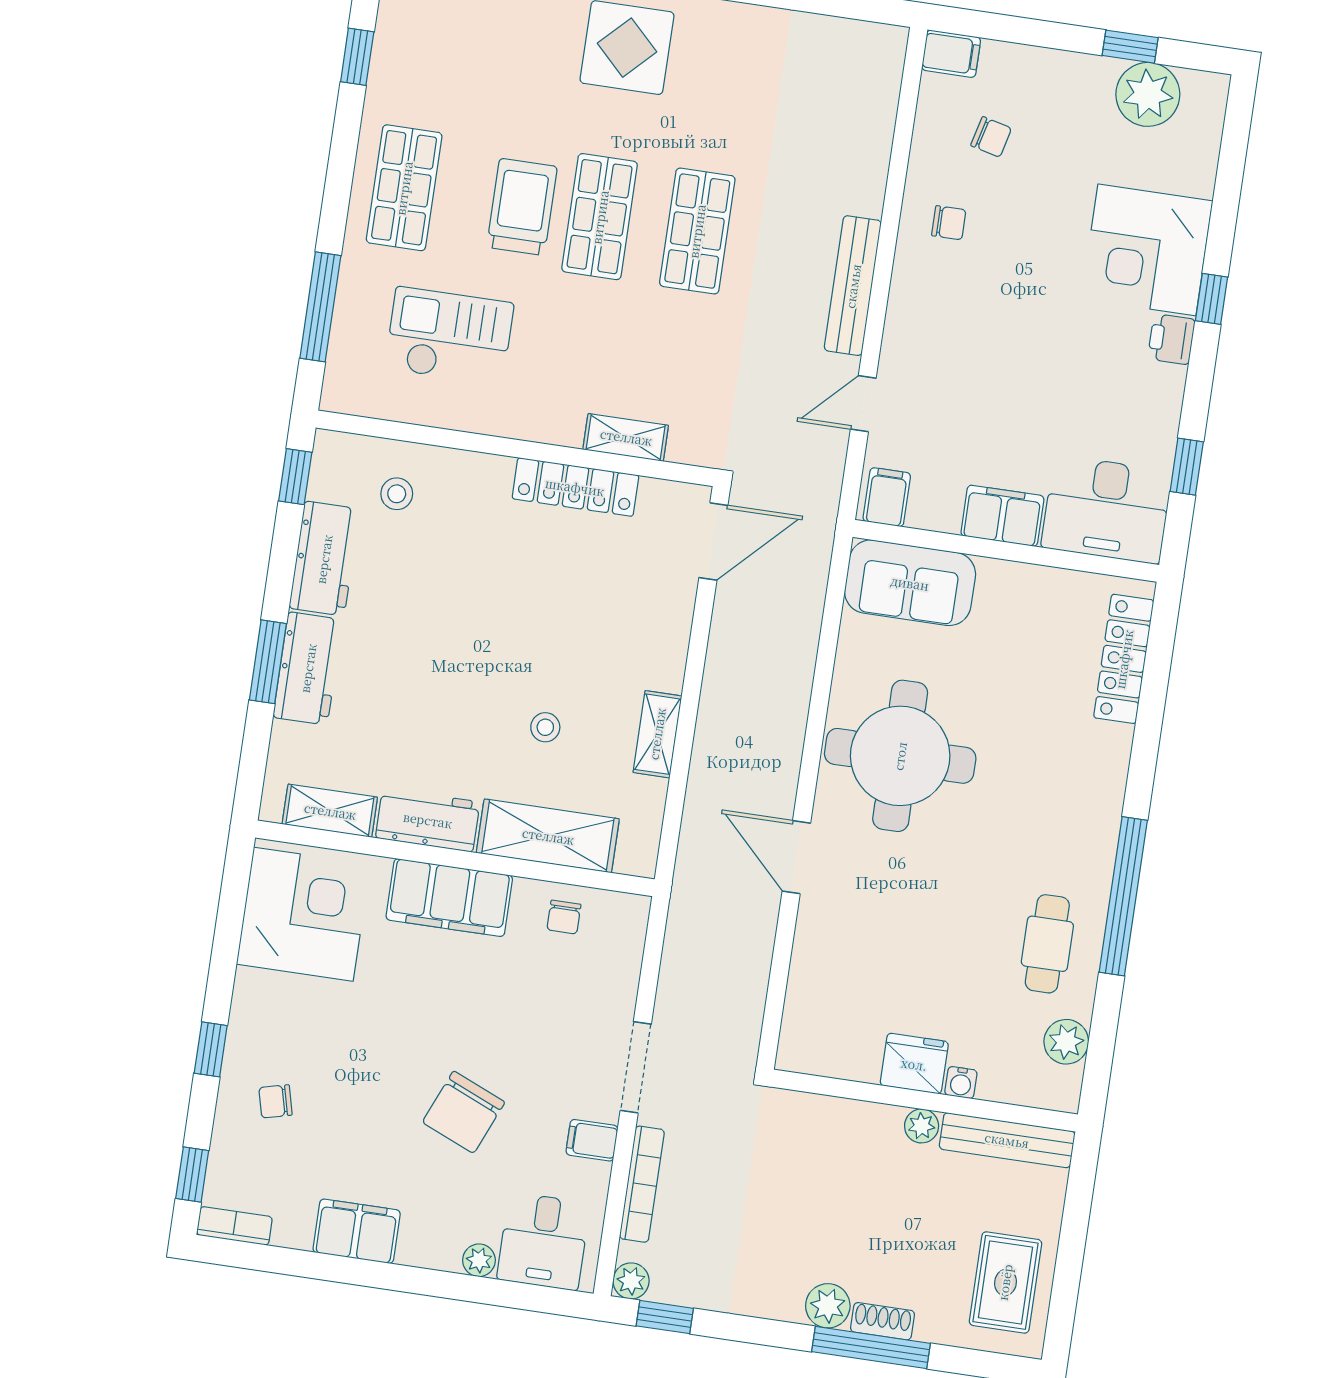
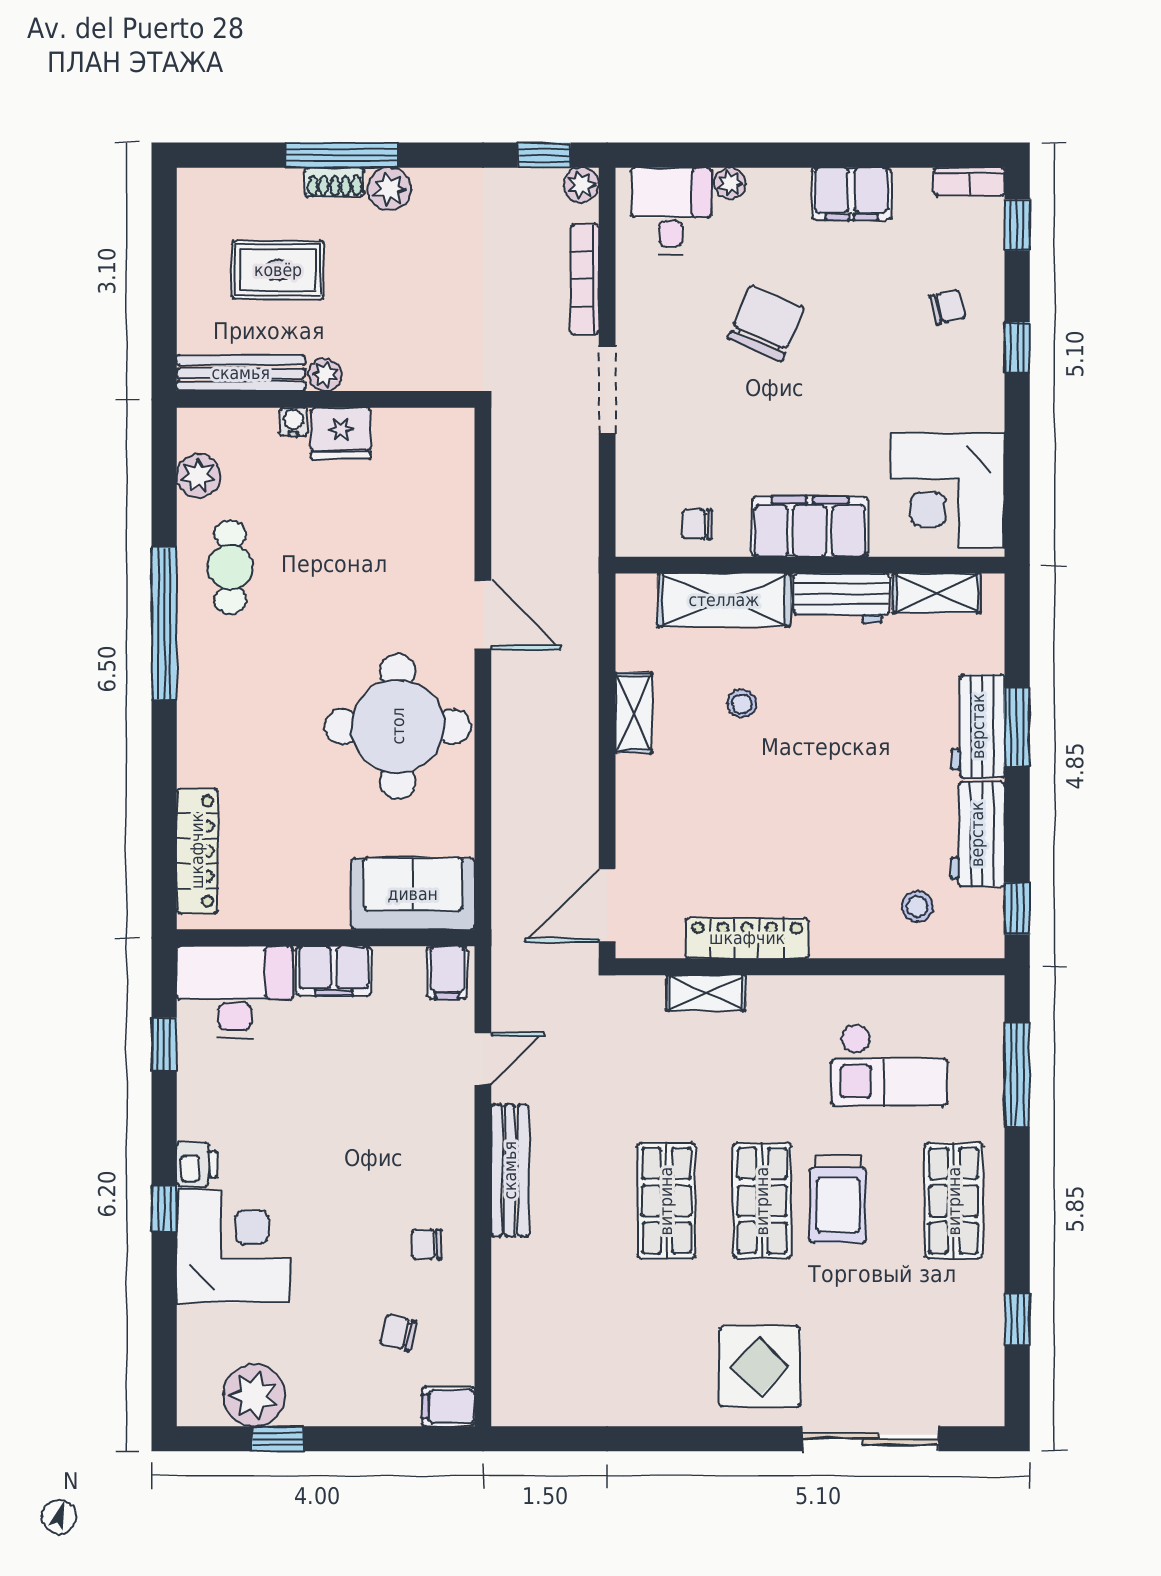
chair: (564, 917) -> (697, 524), turned -90
filing cabinet: (592, 1140) -> (639, 314), removed
rug: (1005, 1282) -> (278, 270), moved, turned 90

